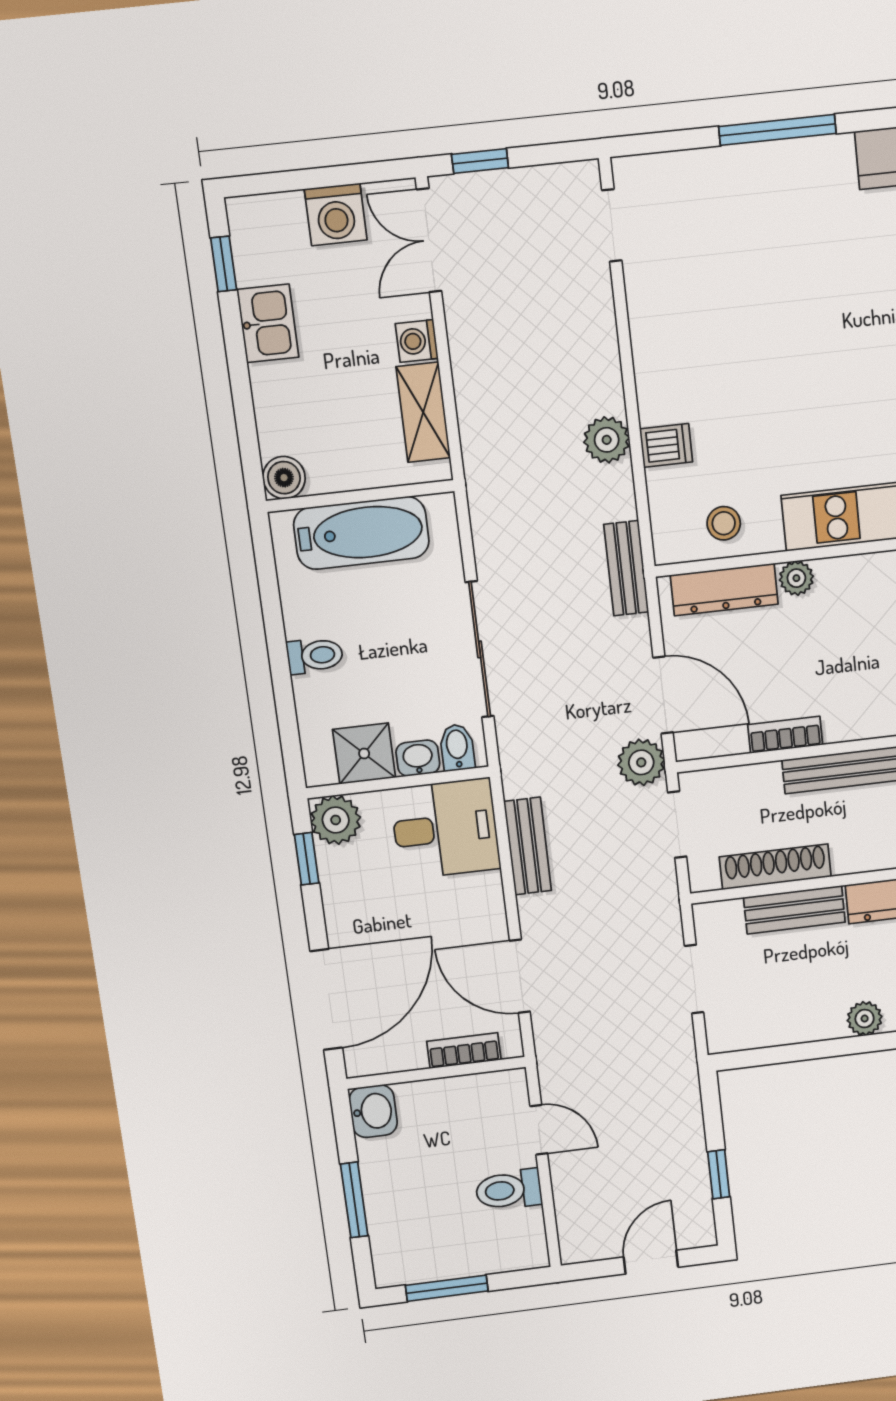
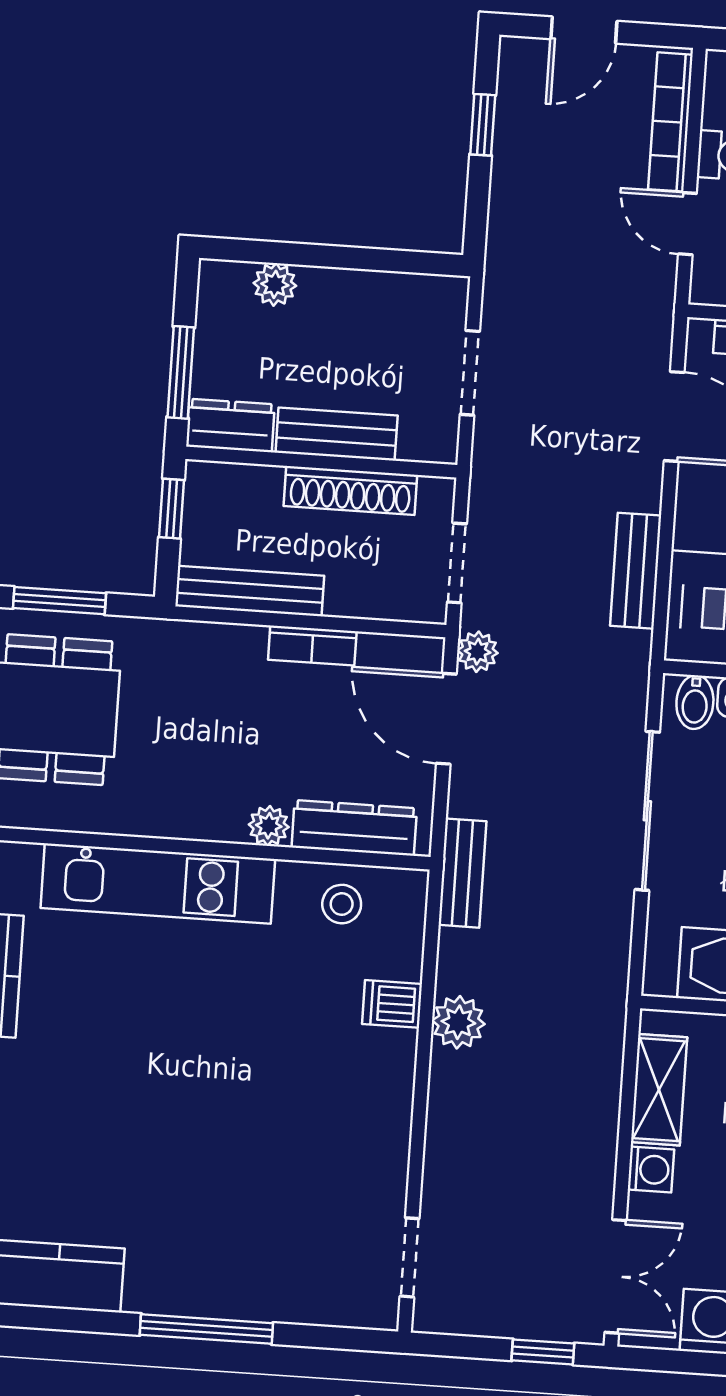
plant: (641, 762) -> (478, 652), width x0.73, depth x0.73
bookcase: (568, 1206) -> (670, 122), added

